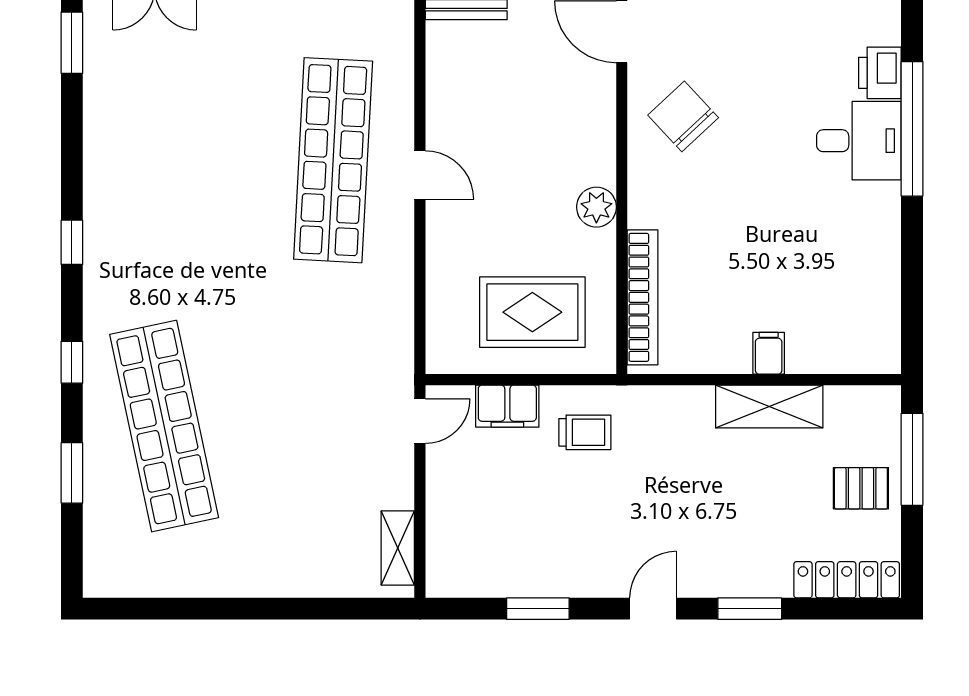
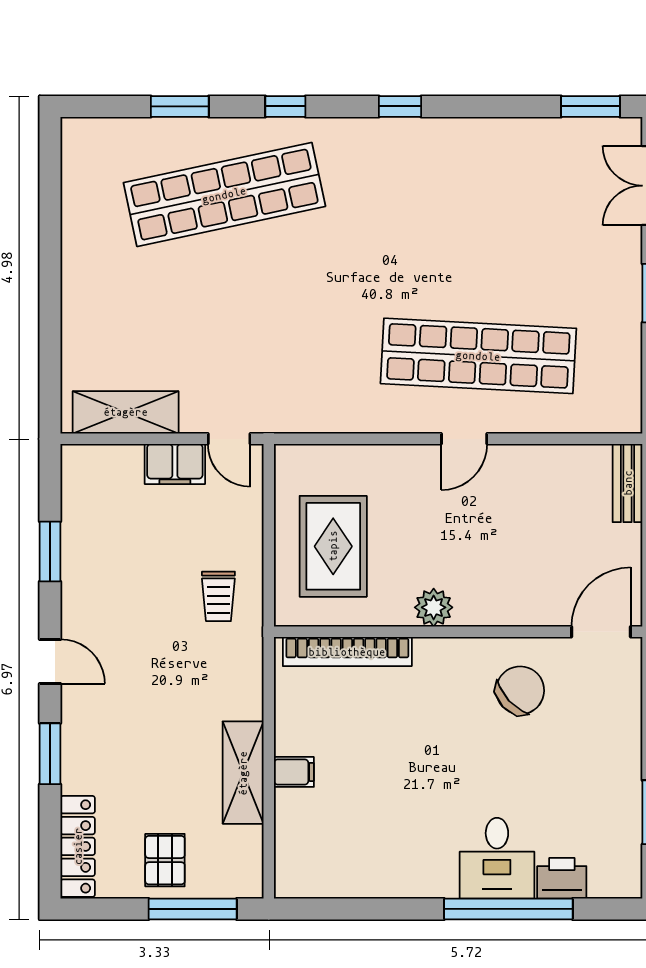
filing cabinet: (507, 406) -> (175, 464), moved, turned -90
shelving: (398, 548) -> (126, 412), width x1.50, depth x1.33

